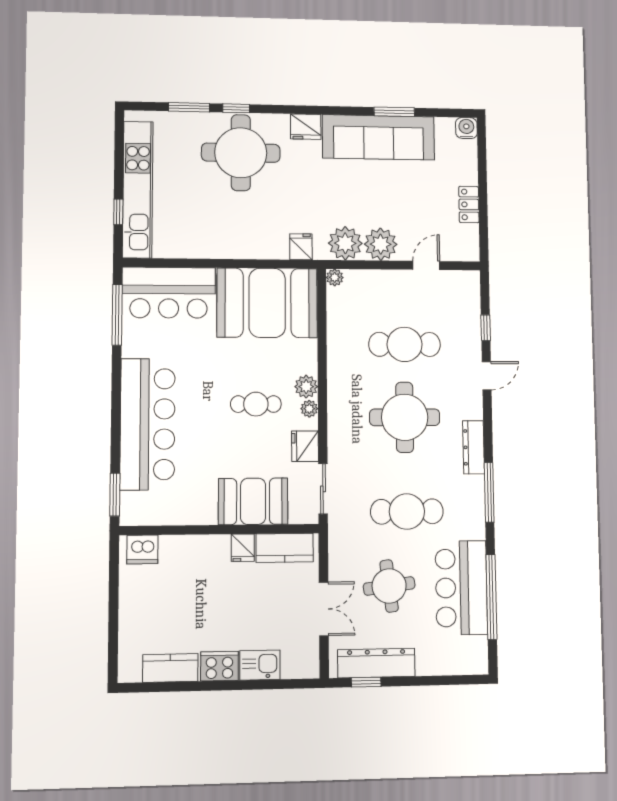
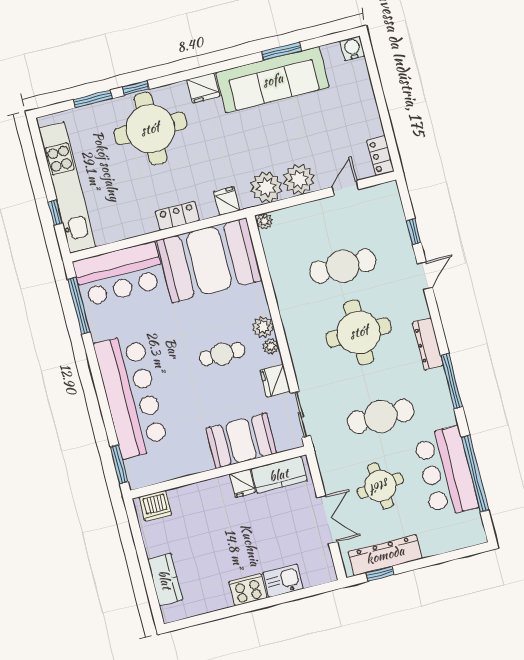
locker: (469, 204) -> (380, 156), moved
locker: (246, 248) -> (177, 216), added
kitchen counter: (170, 668) -> (165, 580), moved, turned 90

